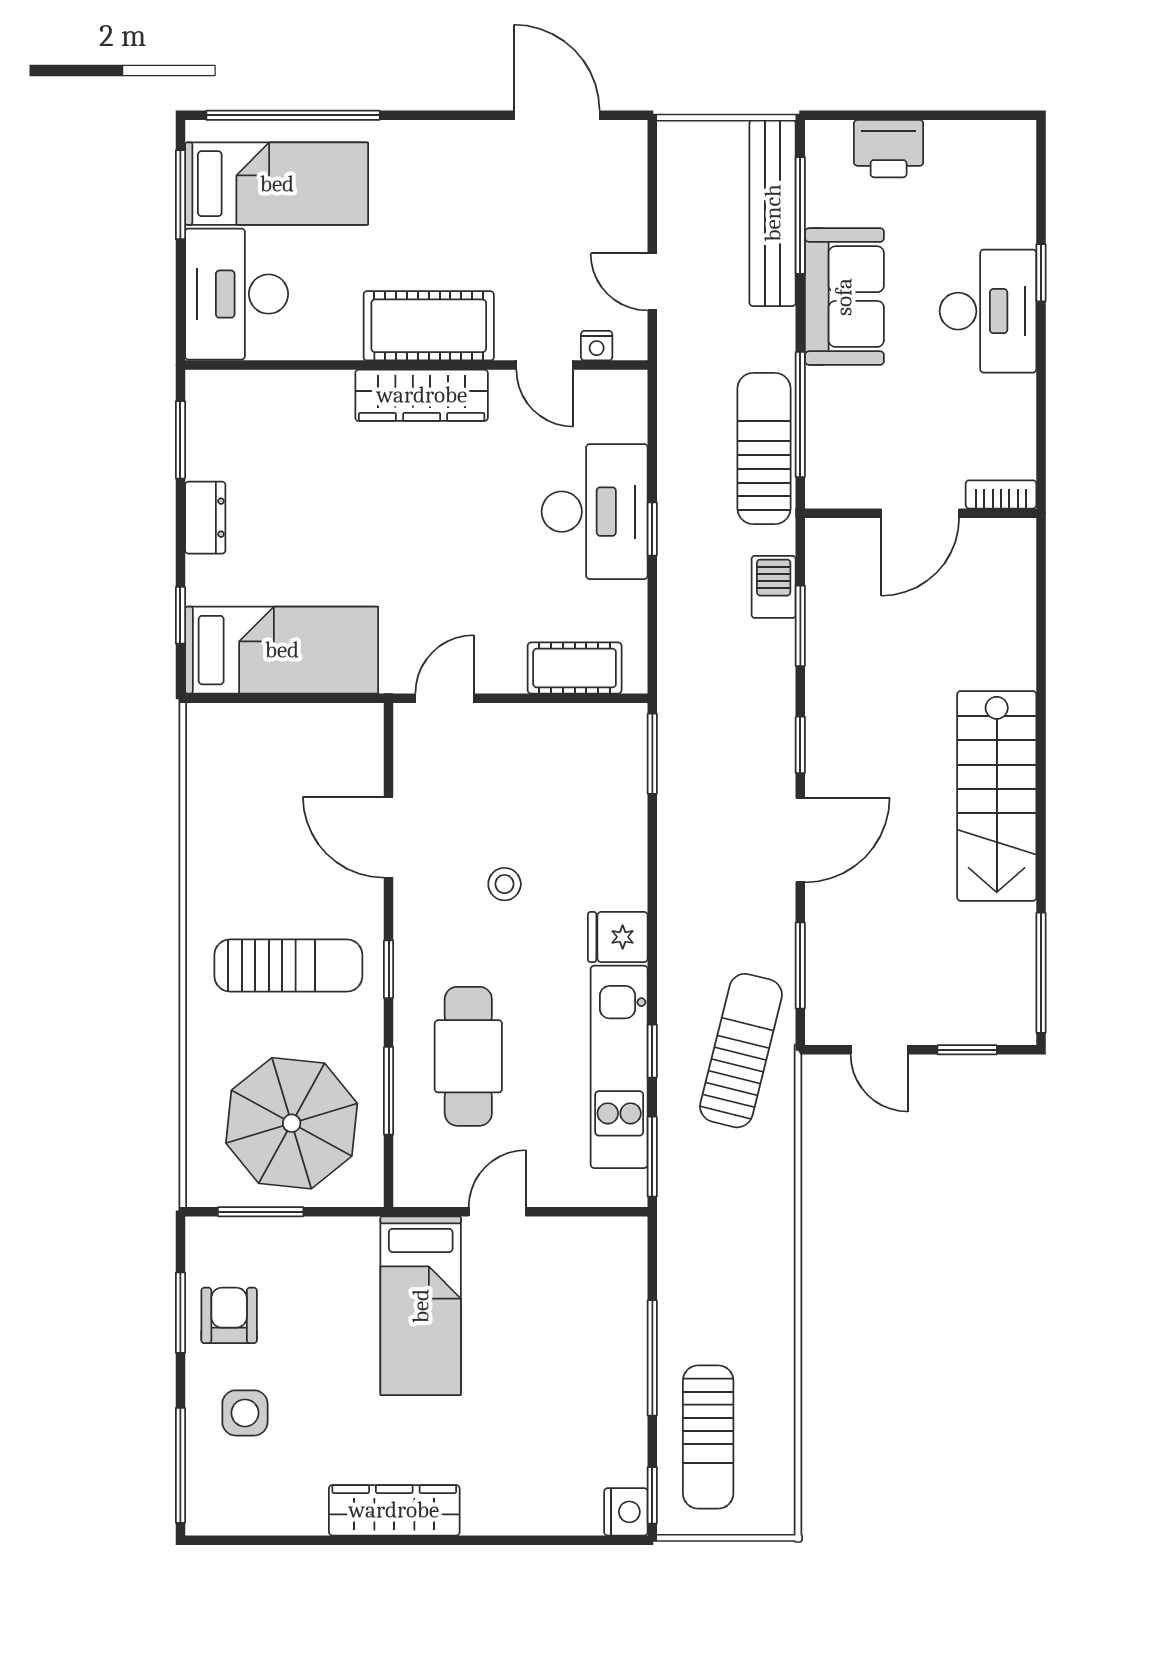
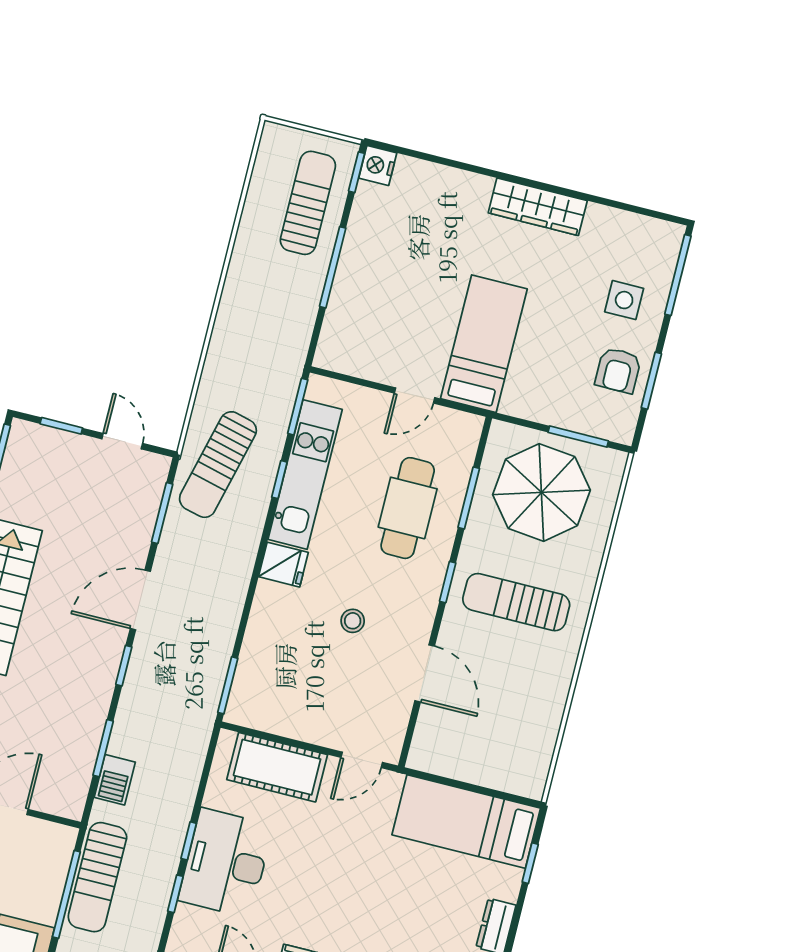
window: (652, 452) -> (175, 894), added
cot: (575, 668) -> (277, 767), width x1.37, depth x1.34

